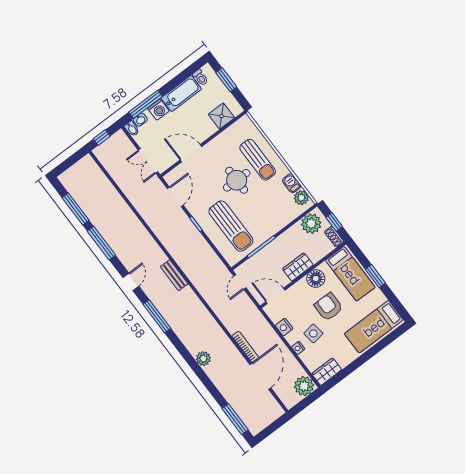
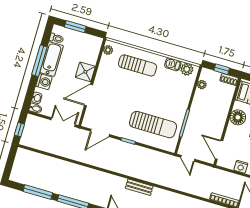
window: (146, 104) -> (39, 61), moved
shower: (221, 116) -> (85, 72), moved
plant: (241, 124) -> (108, 50), added
double door: (148, 161) -> (63, 122), swing flipped
round table: (237, 180) -> (134, 90), removed
door: (175, 197) -> (100, 133), swing flipped
plant: (311, 224) -> (202, 85), width x0.53, depth x0.53
wardrobe: (298, 267) -> (220, 119), removed
door: (275, 296) -> (219, 150), hinge flipped

